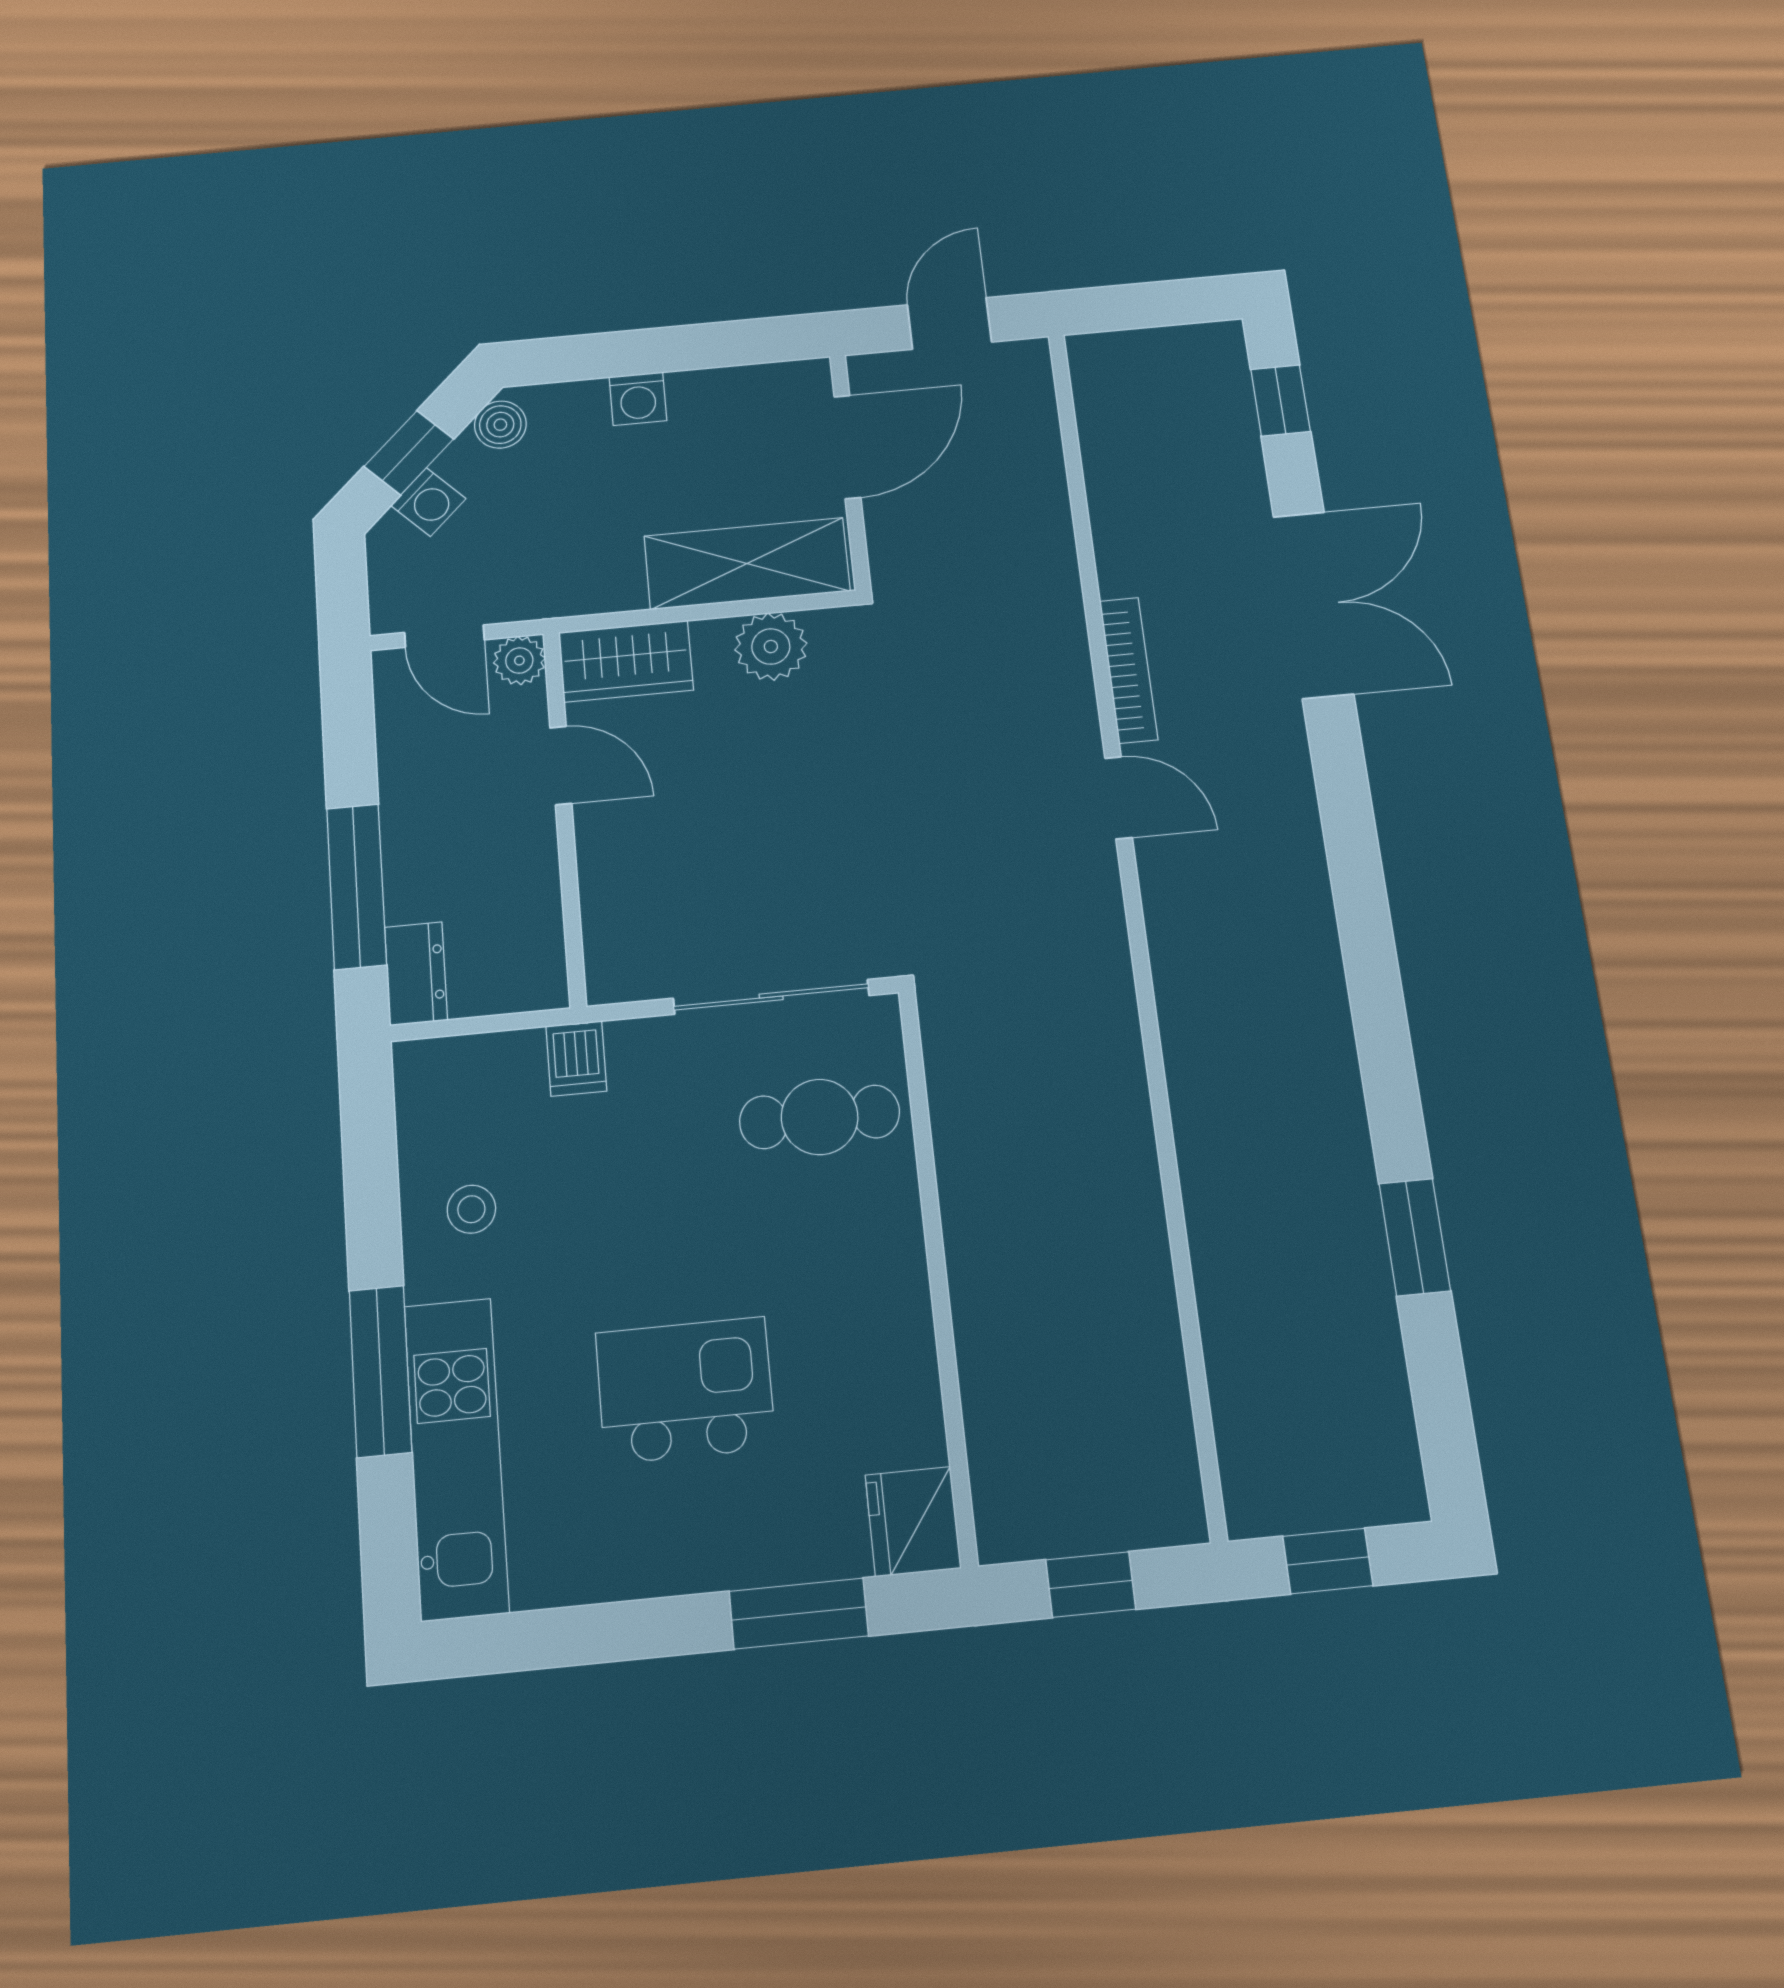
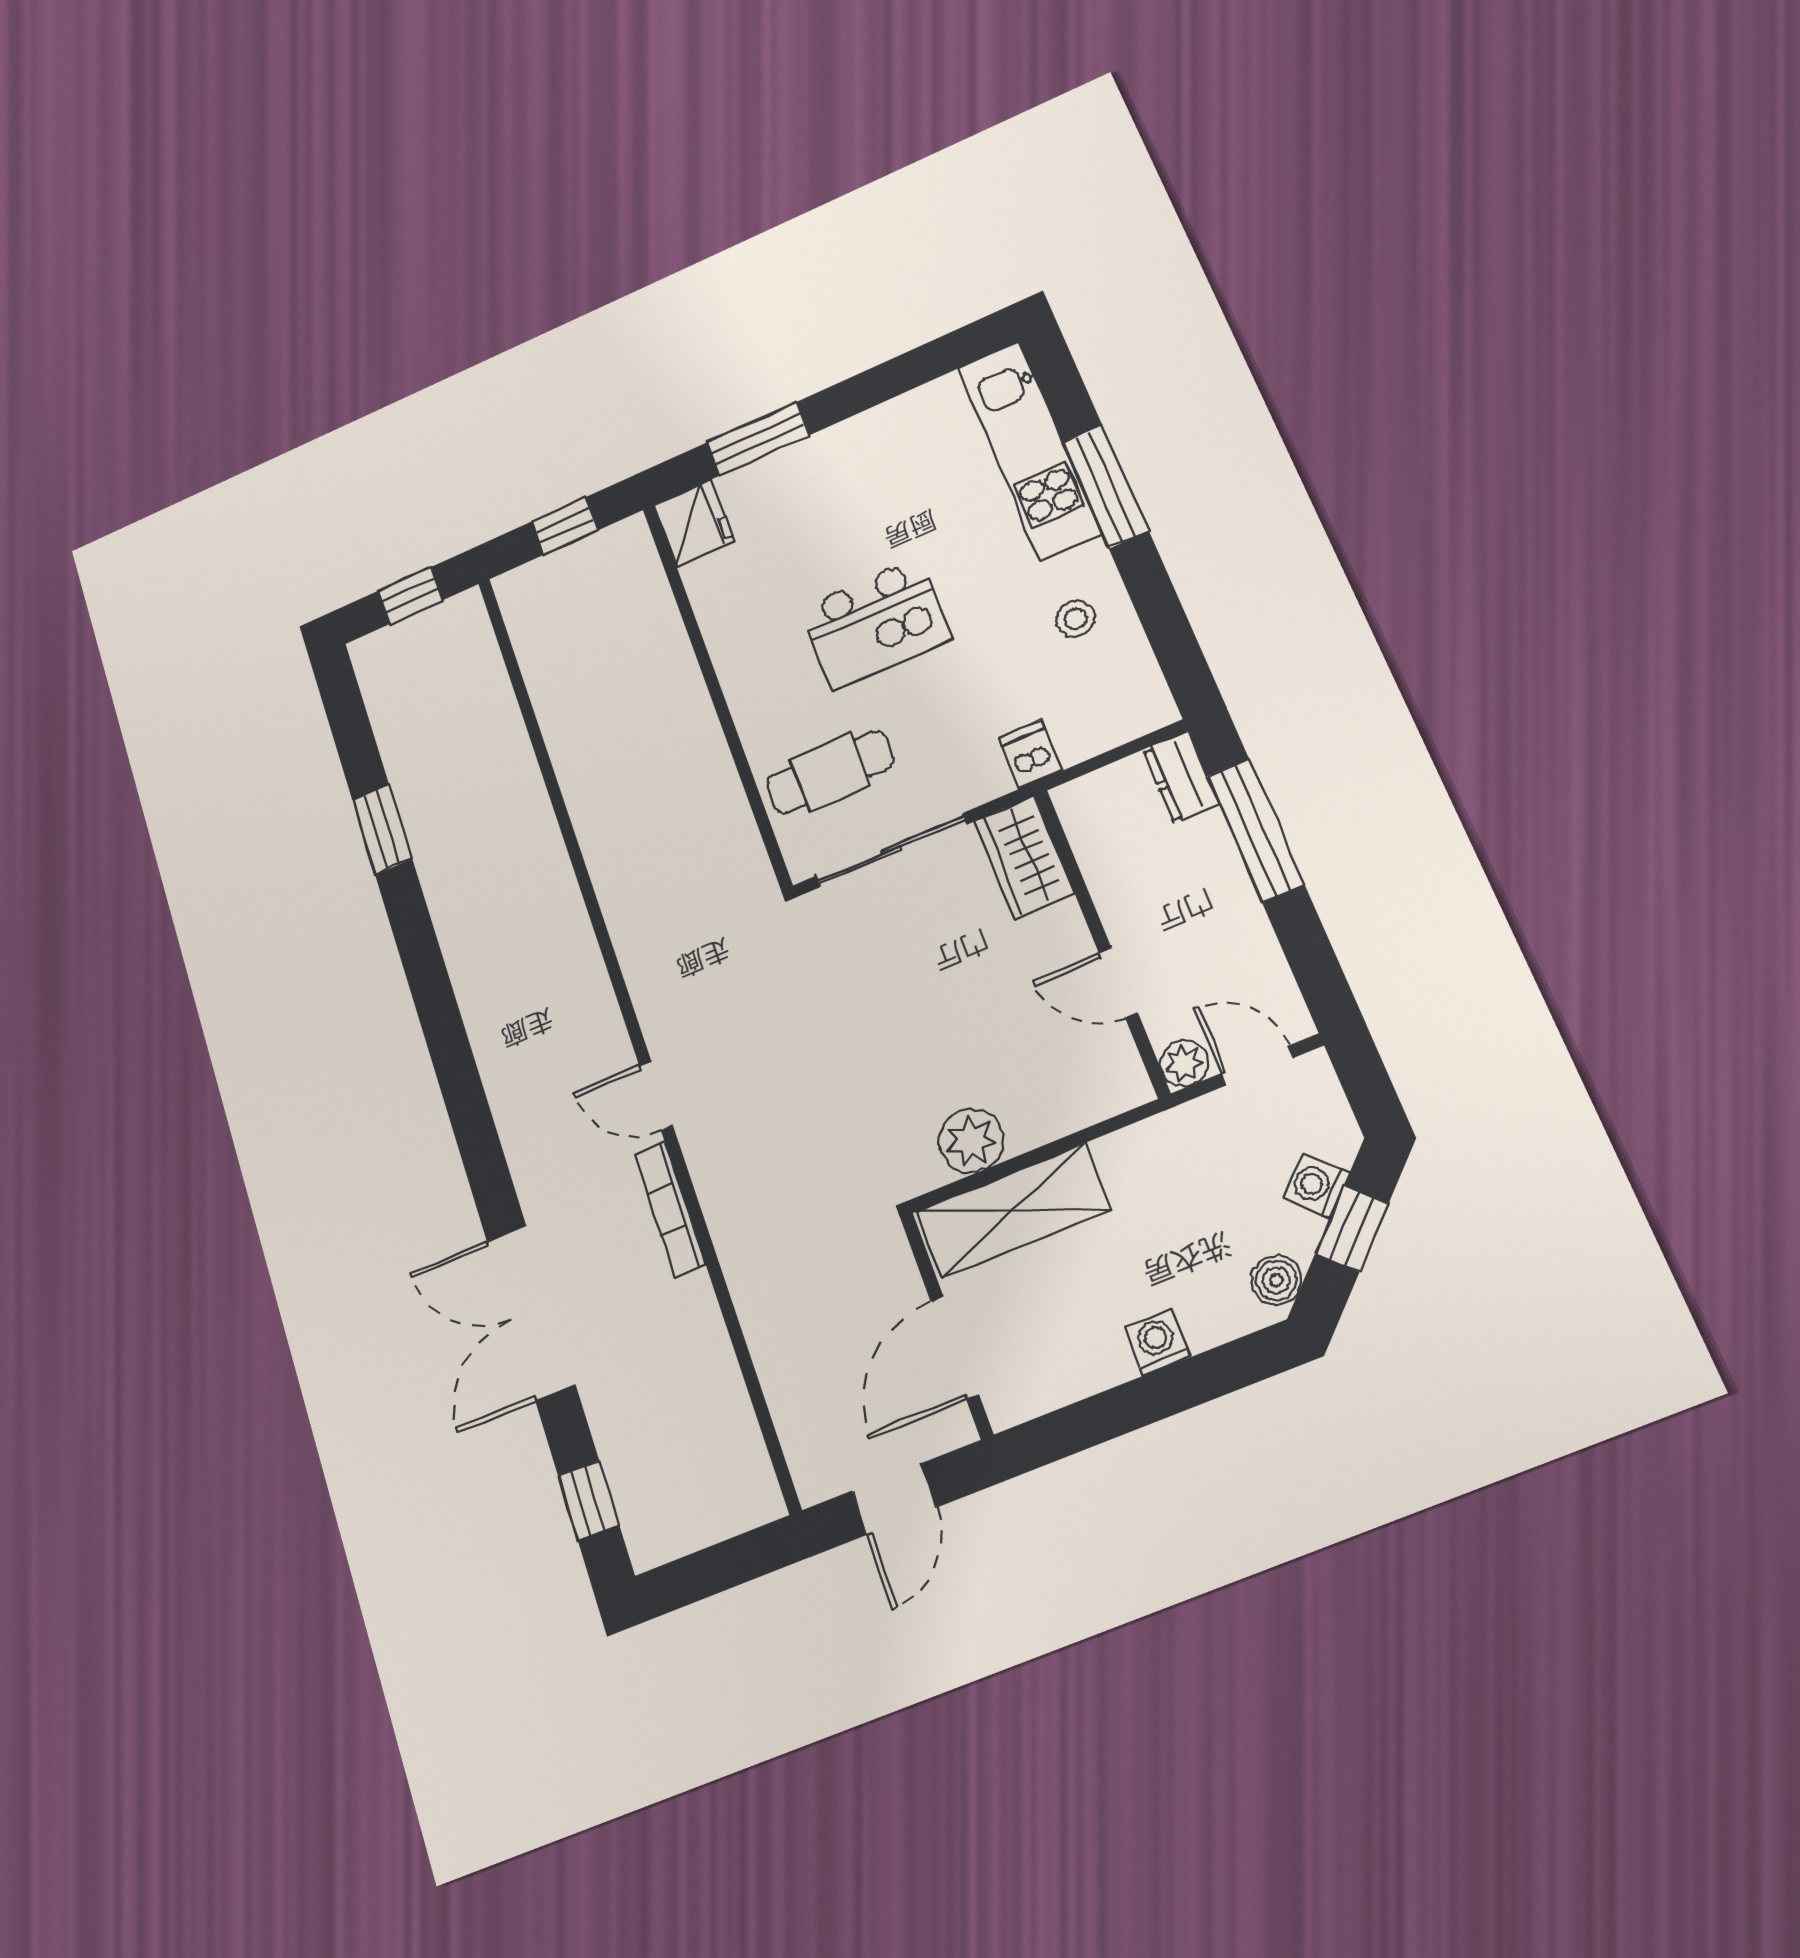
wardrobe: (626, 661) -> (1024, 857), moved, turned -90
kitchen island: (685, 1390) -> (876, 624), moved

